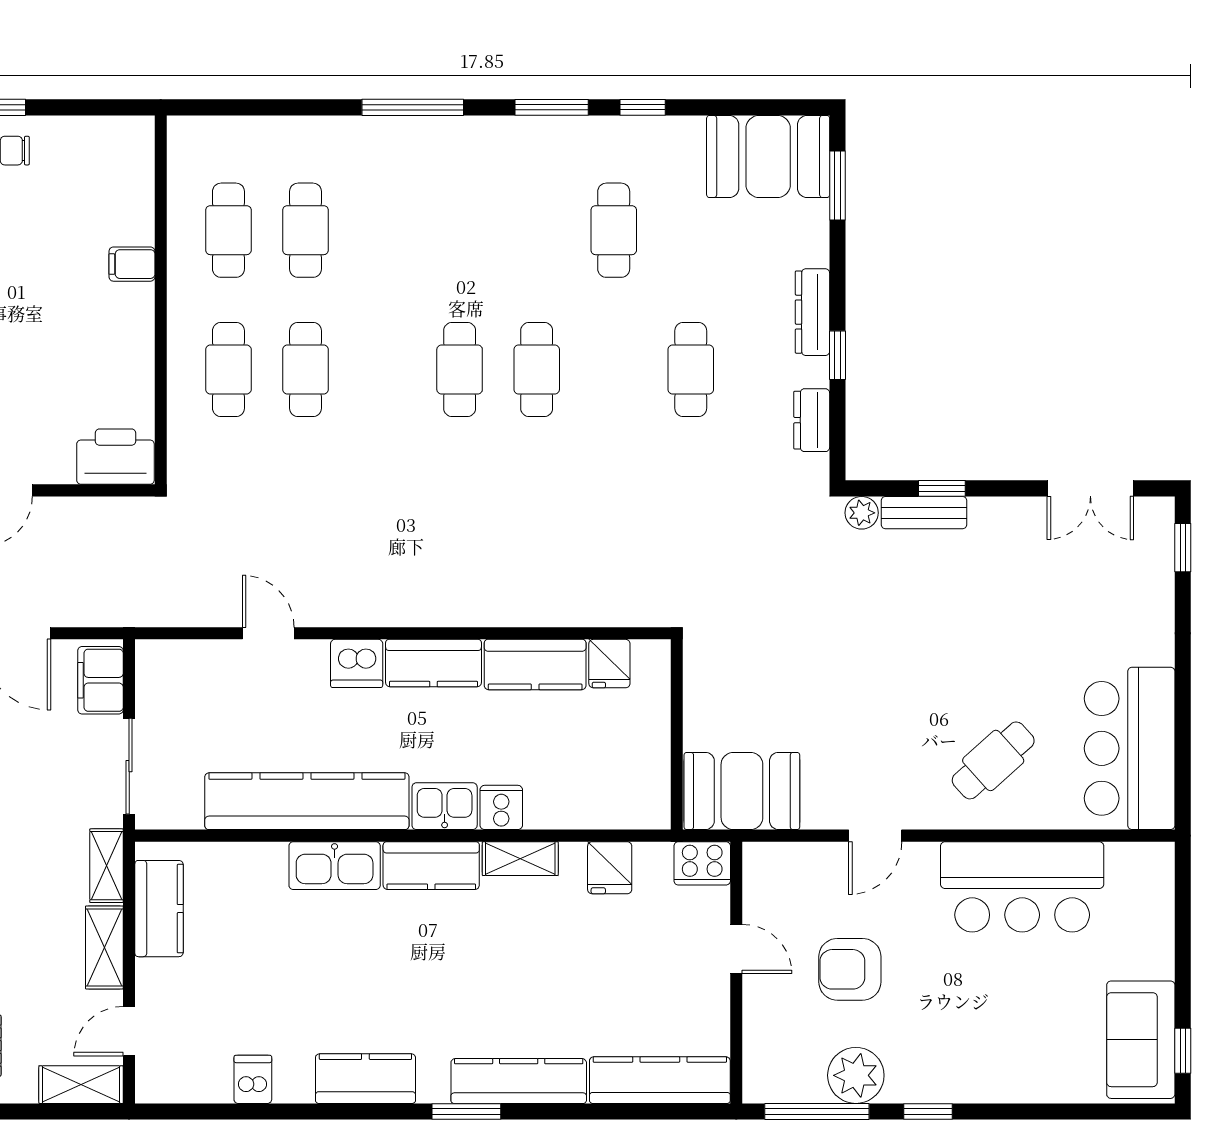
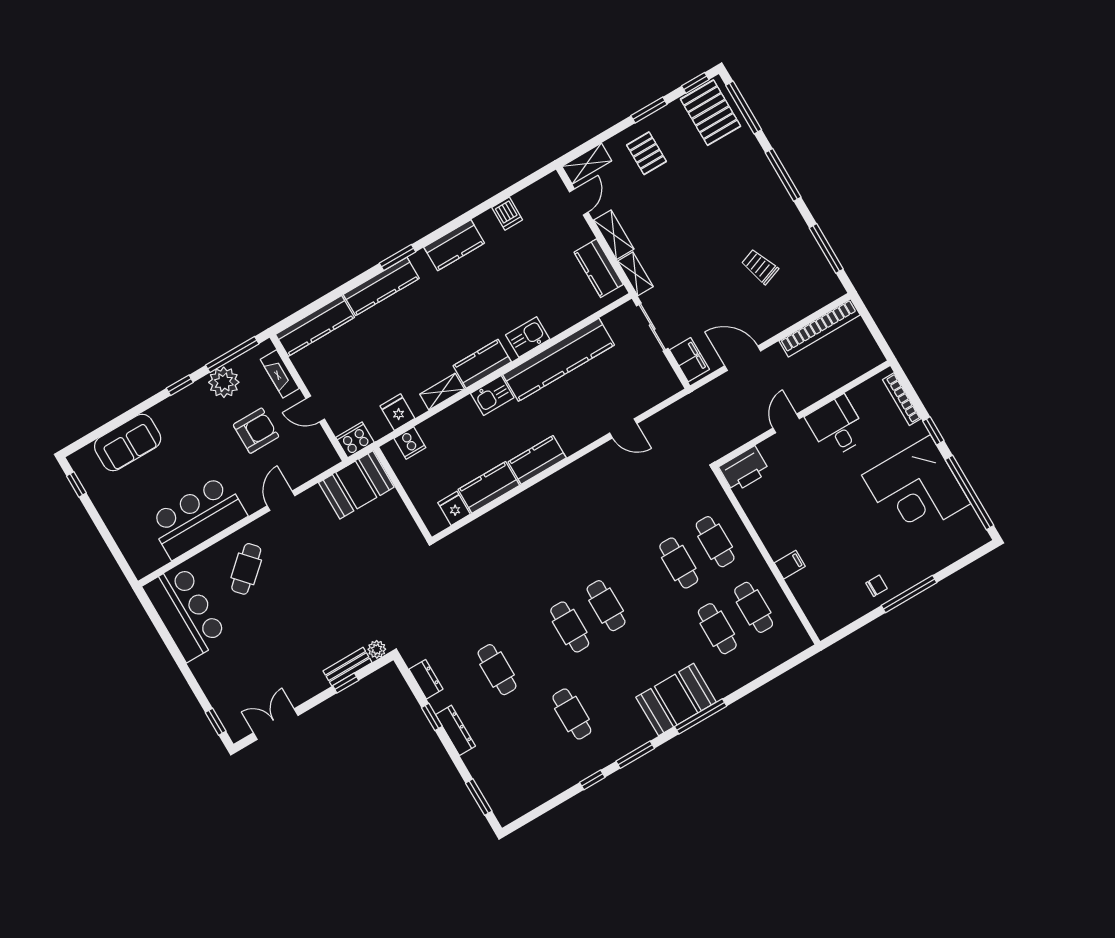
booth: (768, 156) -> (676, 700), moved
dishwasher: (357, 663) -> (573, 438), removed
cooker: (501, 807) -> (410, 443), moved
kitchen sink: (335, 866) -> (528, 337), width x0.73
fireplace: (760, 1037) -> (280, 374), added
sofa: (1141, 1040) -> (128, 442), moved, turned 90

